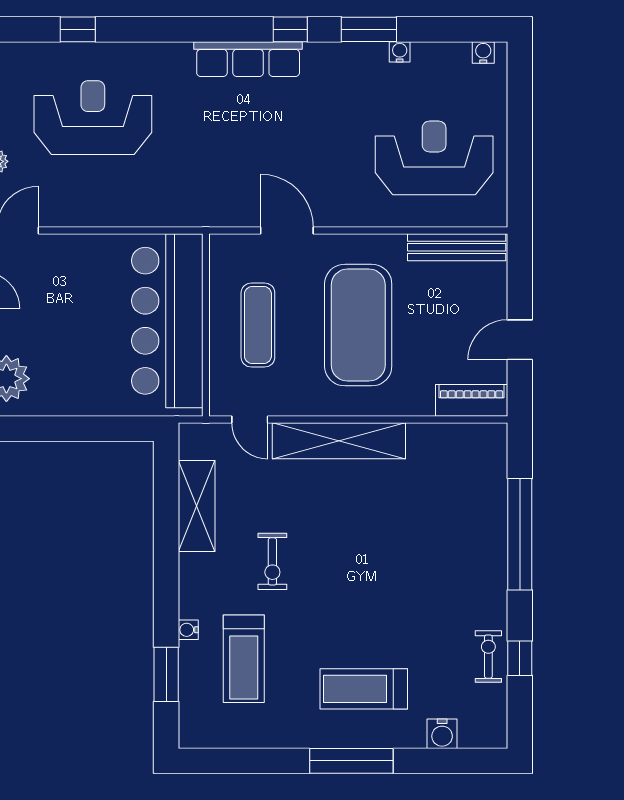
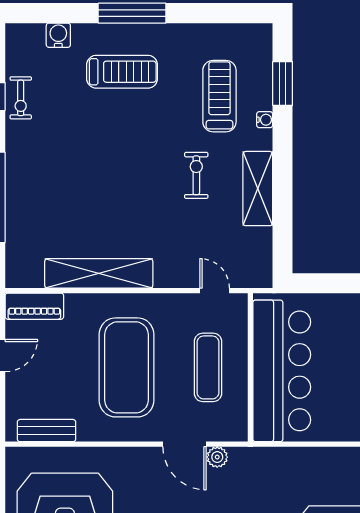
plant: (247, 215) -> (217, 457), added
bench: (457, 247) -> (47, 431), width x0.73
shelving: (339, 441) -> (99, 273), moved
shelving: (197, 506) -> (258, 189), moved

